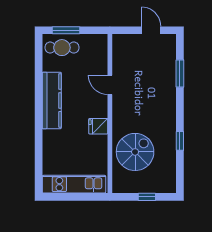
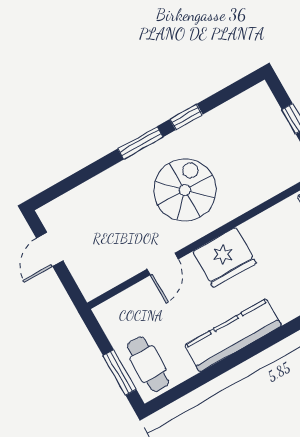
window: (180, 74) -> (140, 143), moved
fridge: (98, 126) -> (224, 257), width x1.88, depth x1.34
spiral stairs: (135, 152) -> (185, 190), moved, turned 90

